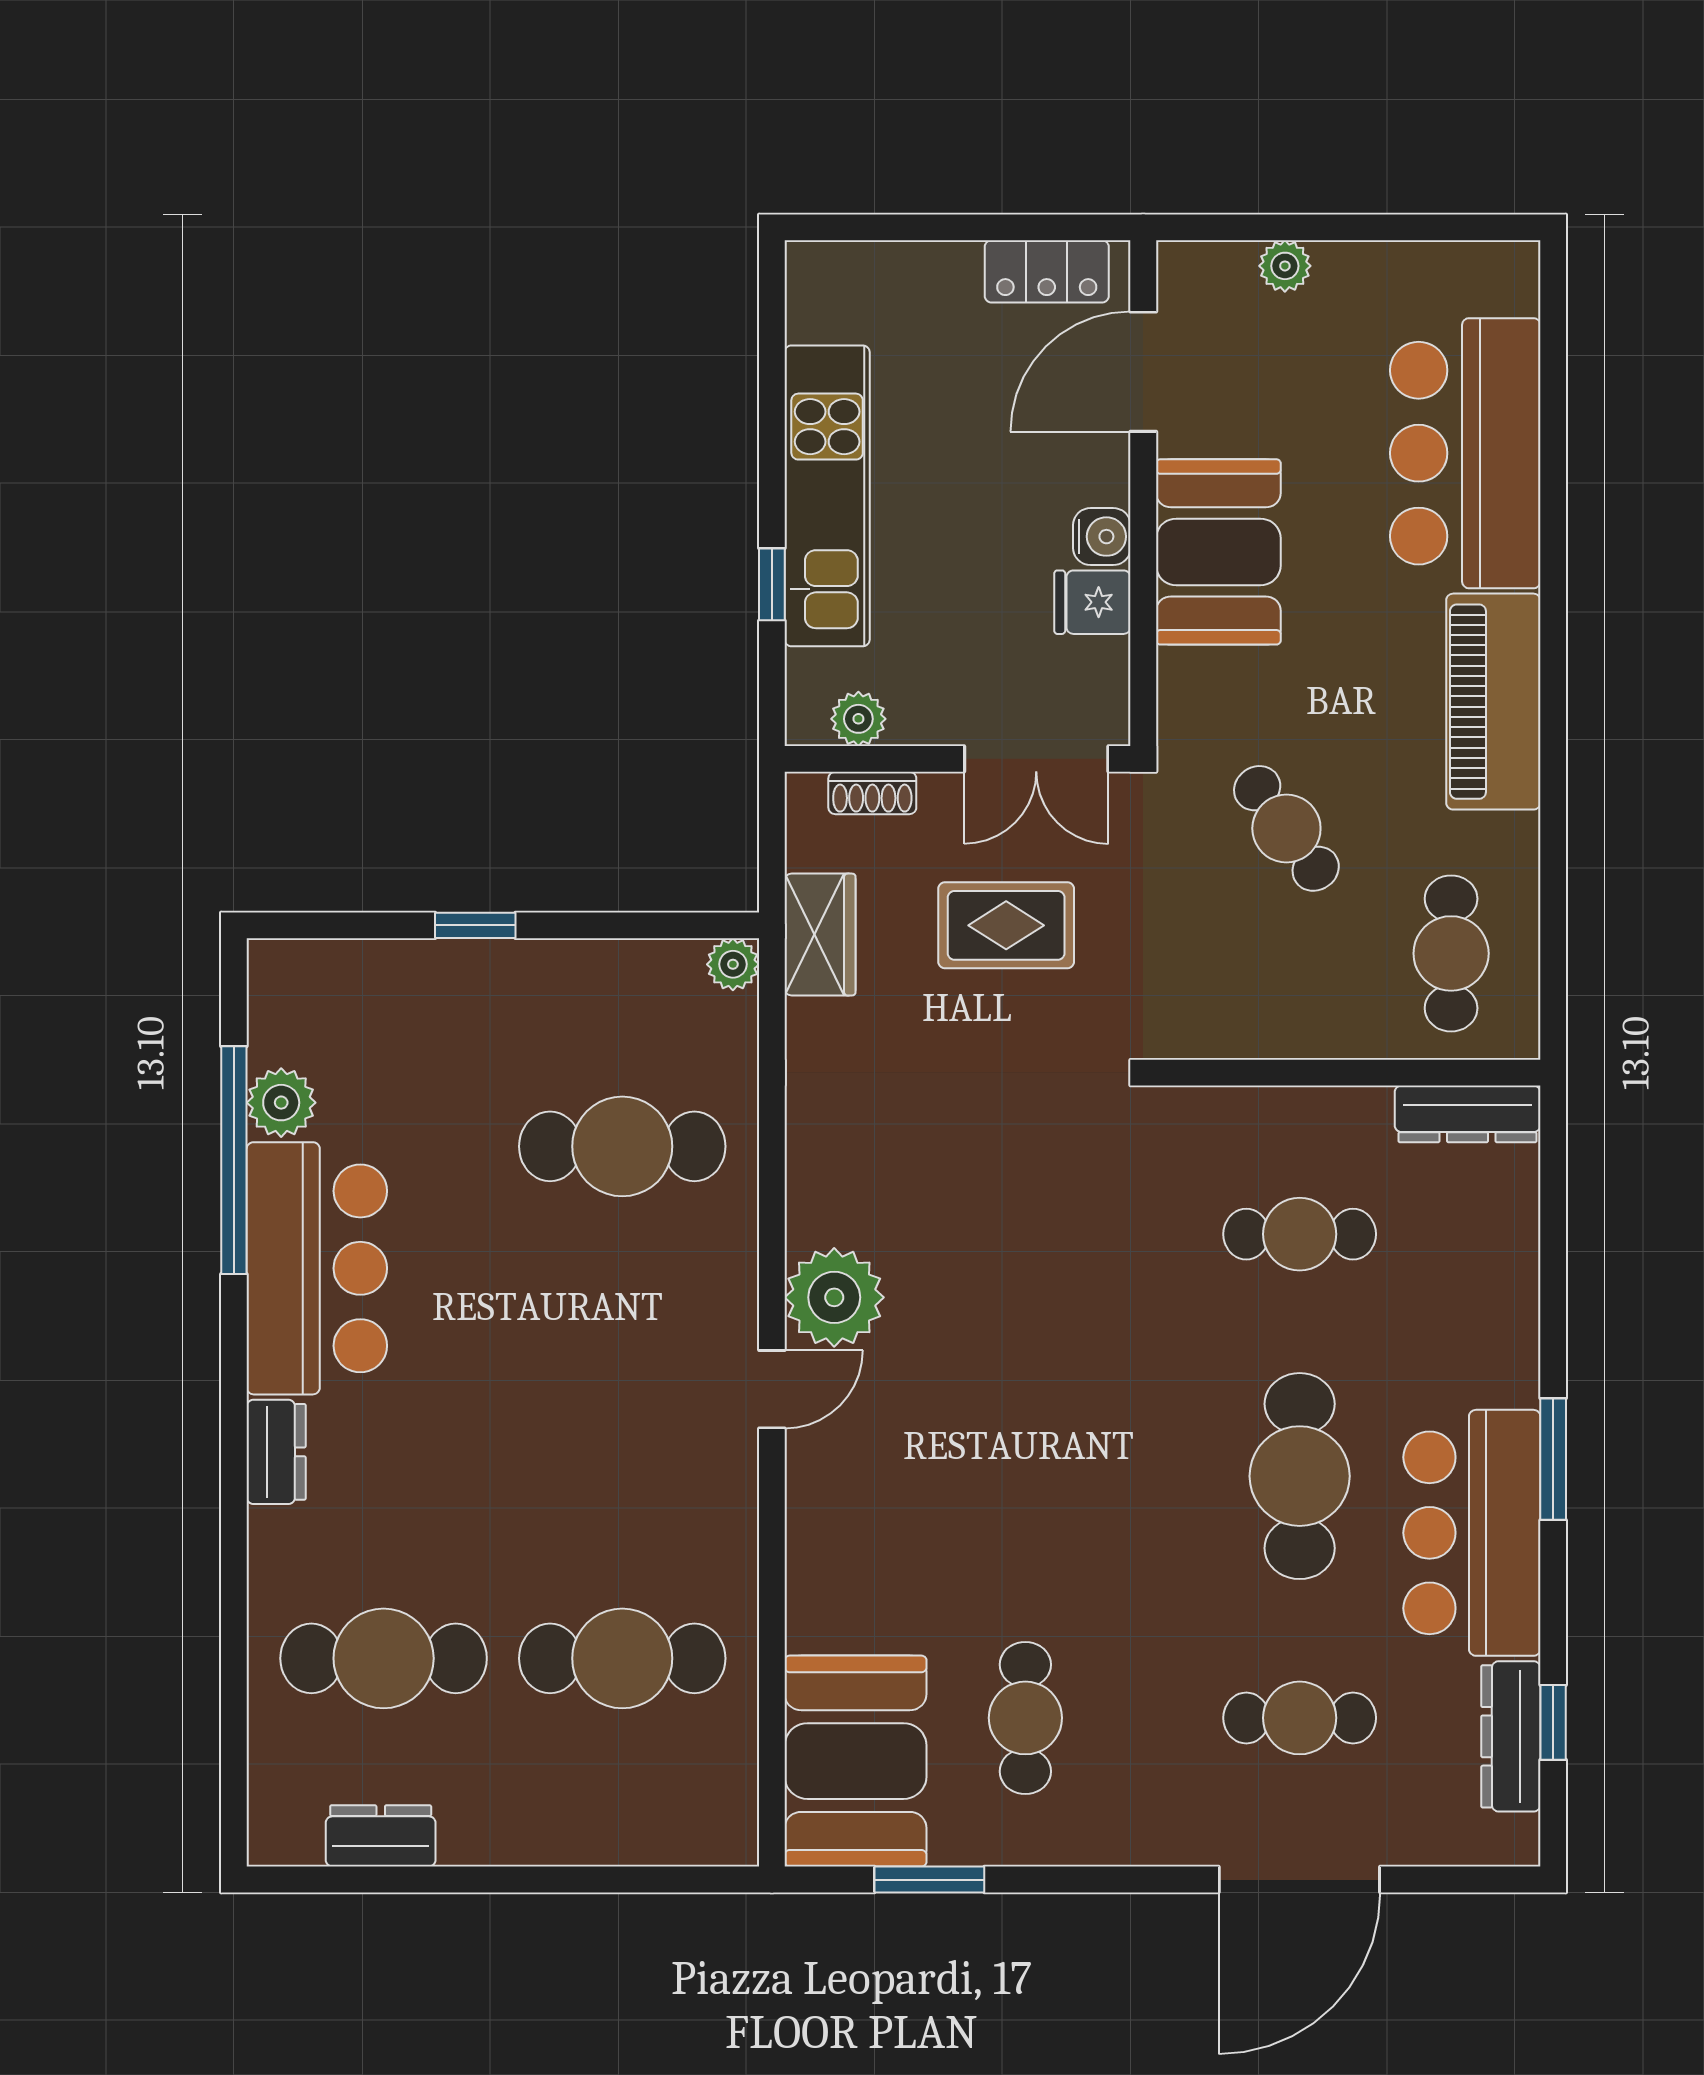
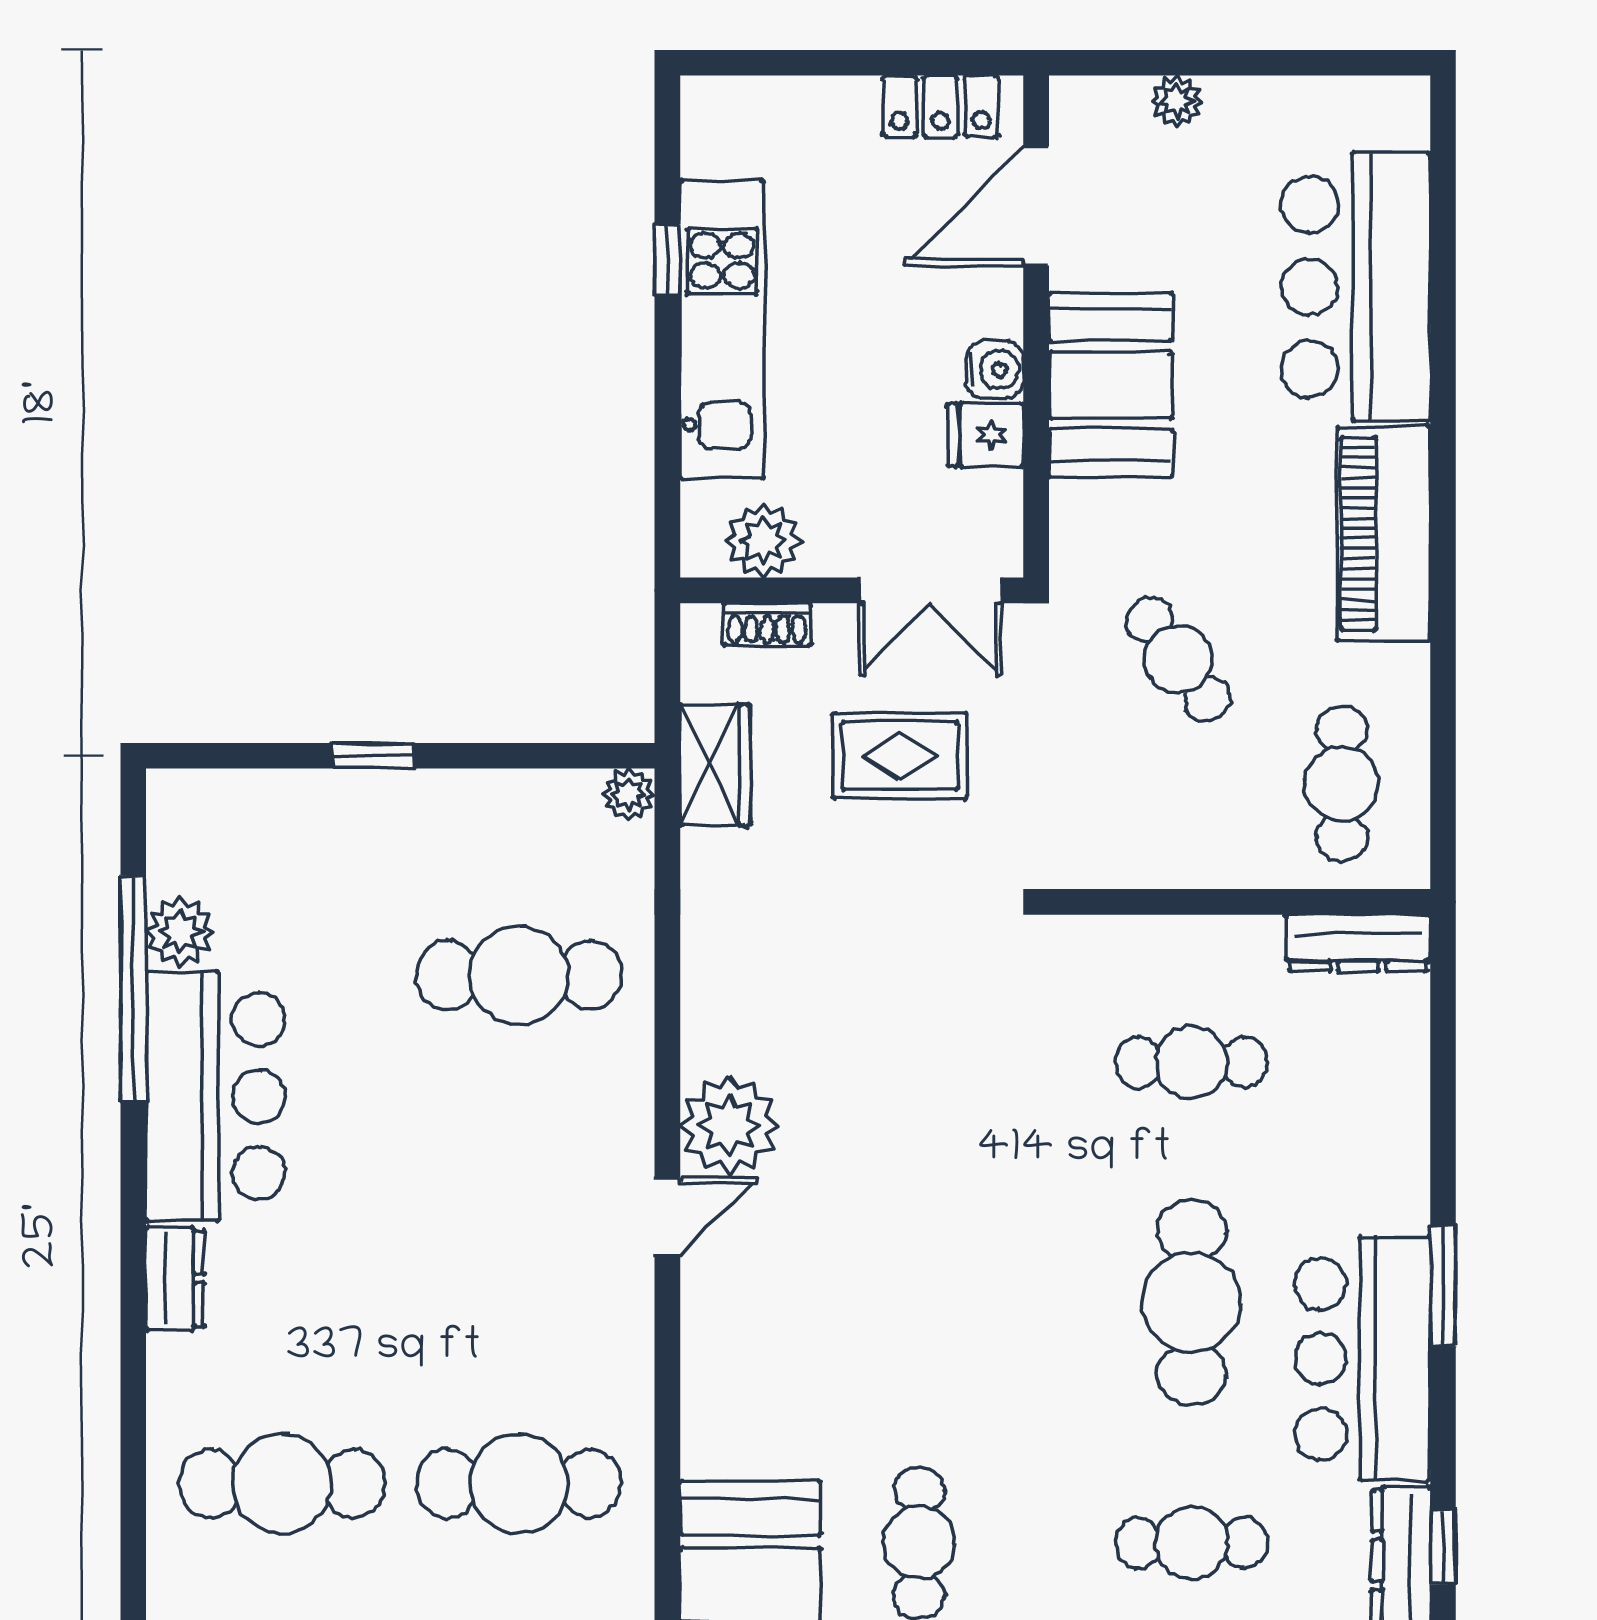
window: (772, 584) -> (667, 260), moved
plant: (858, 719) -> (763, 541), width x1.38, depth x1.38

